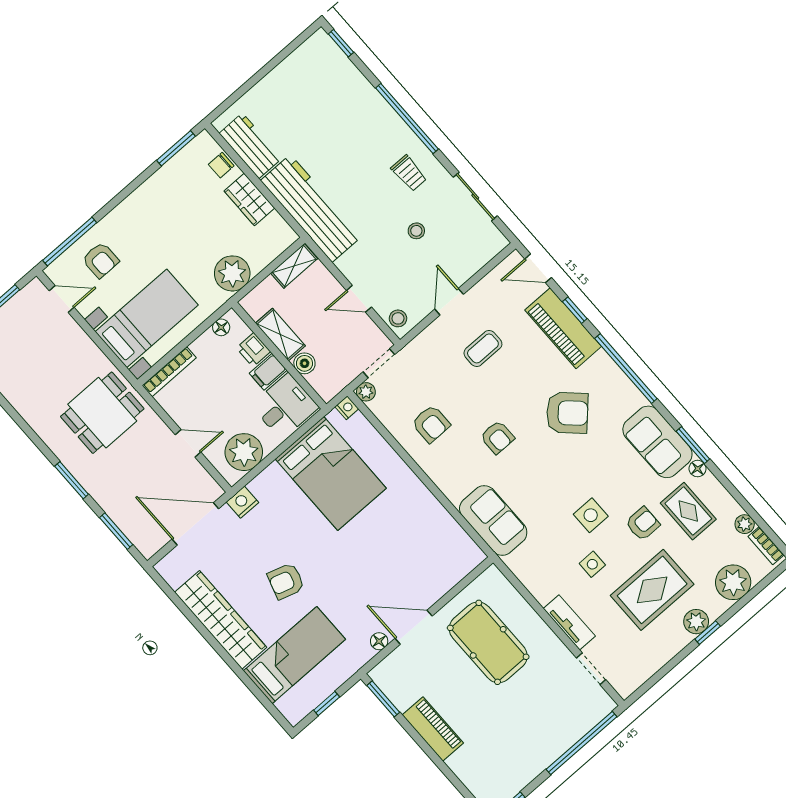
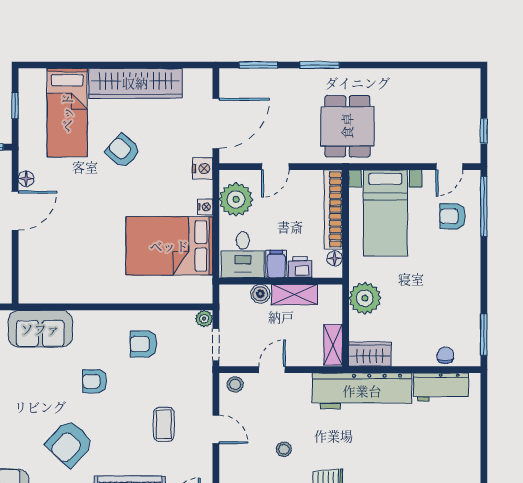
wardrobe: (249, 199) -> (370, 354), moved
bookcase: (169, 372) -> (333, 209), width x1.48, depth x1.31
nightstand: (347, 408) -> (205, 207), moved, turned -90
armchair: (286, 581) -> (123, 151), turned -66

